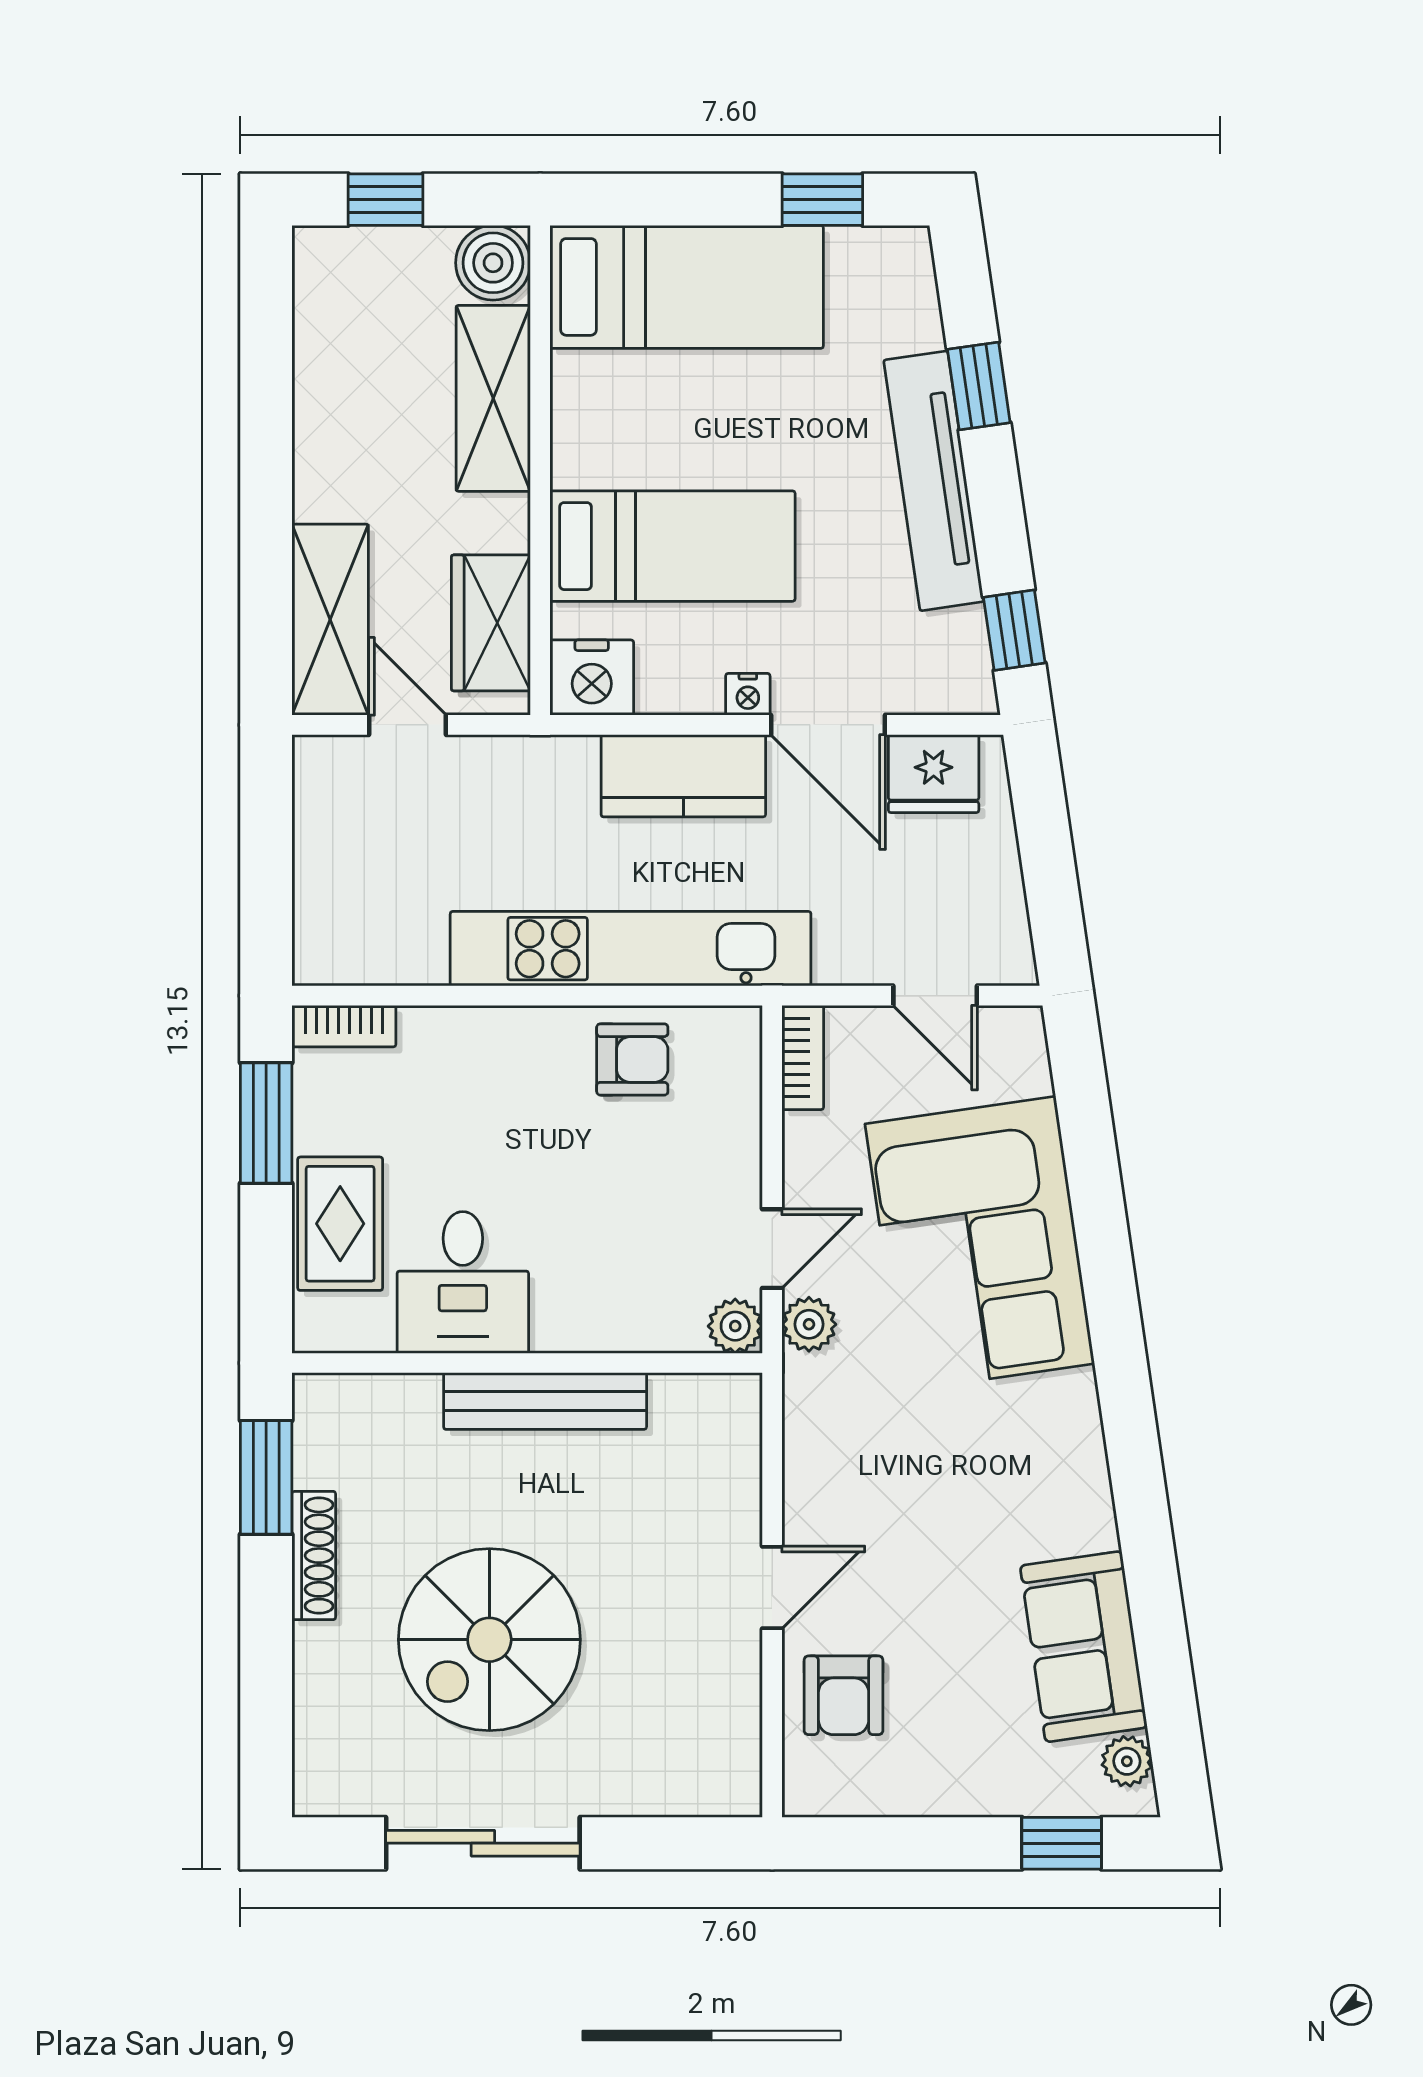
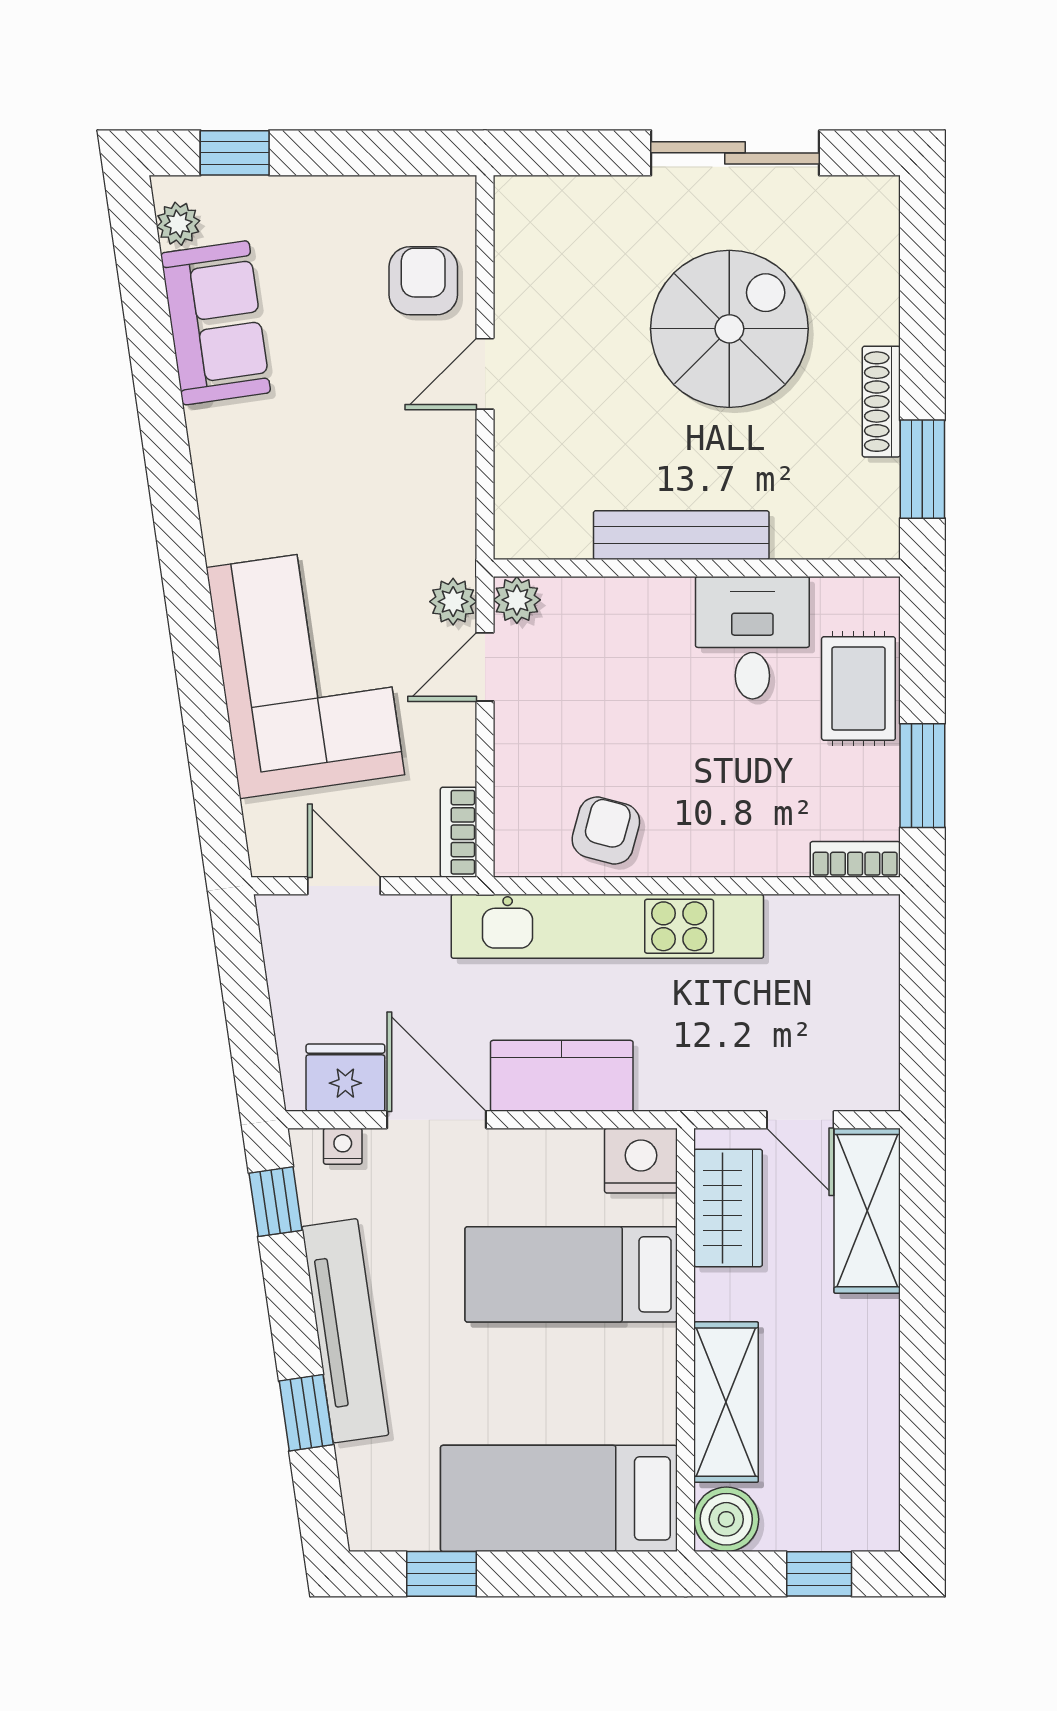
nightstand: (748, 694) -> (343, 1146), moved
armchair: (632, 1059) -> (606, 830), turned 105

